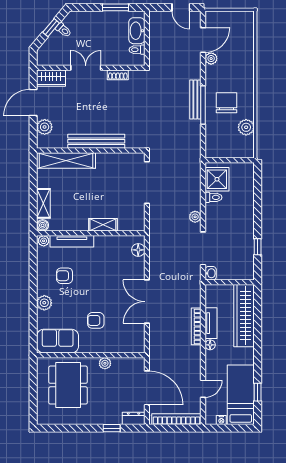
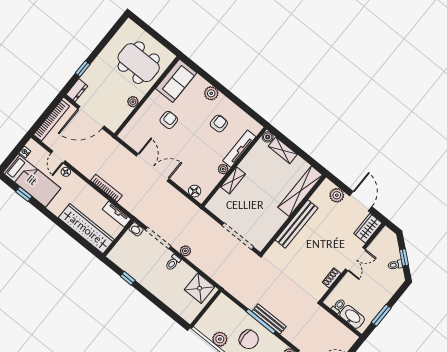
toilet: (214, 197) -> (173, 263), moved
plant: (44, 241) -> (223, 169), moved
tv unit: (211, 323) -> (117, 214), moved
floor lamp: (210, 345) -> (66, 172), moved

